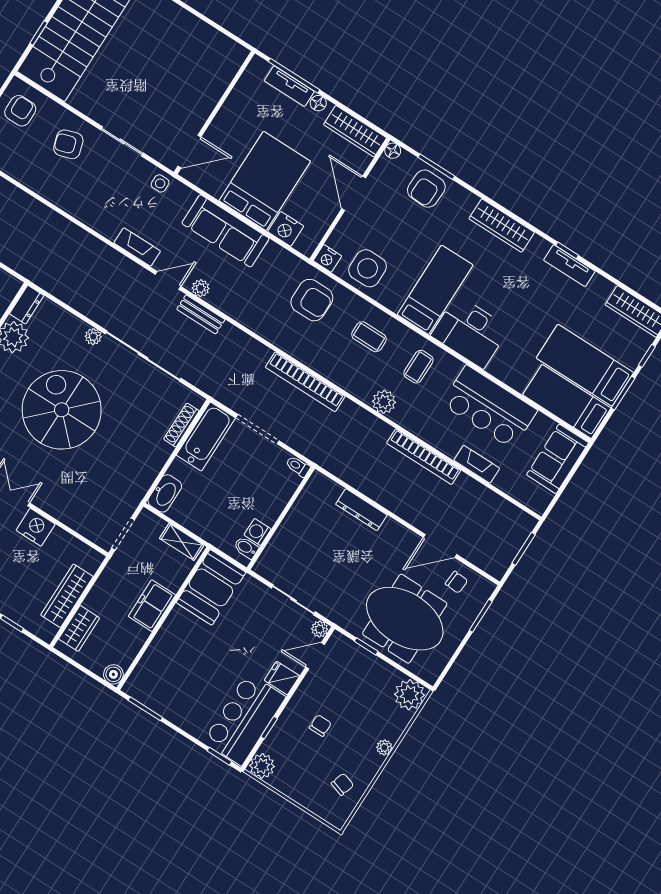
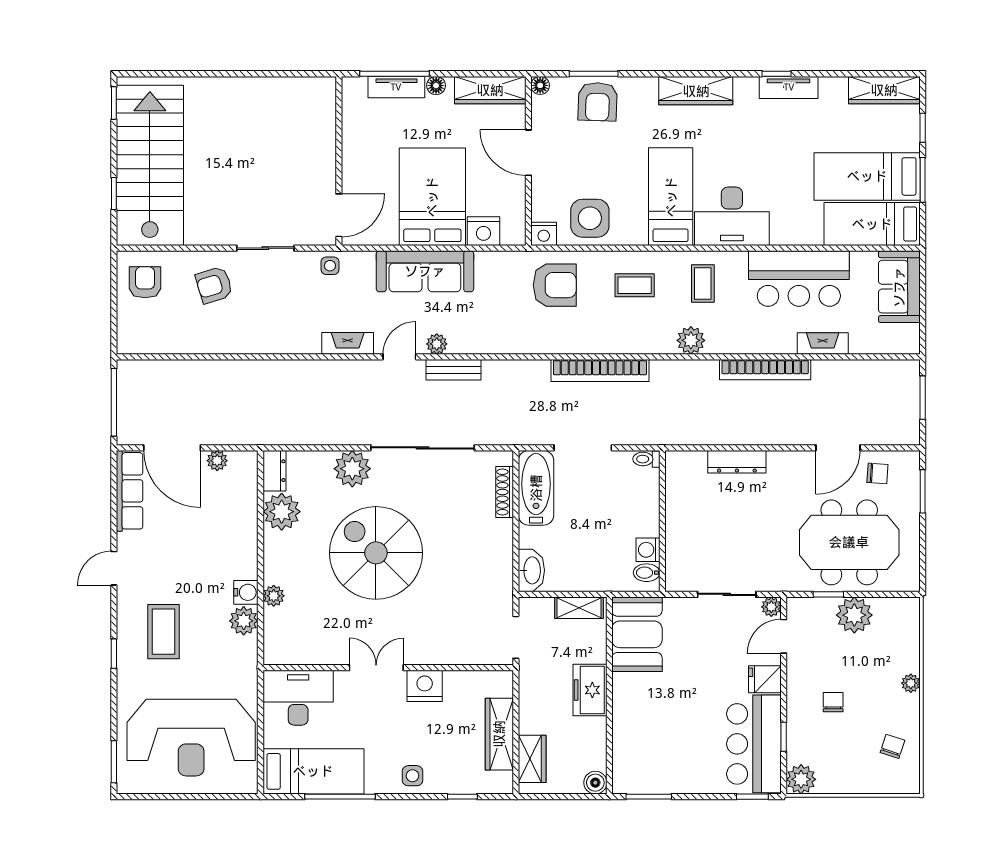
plant: (93, 337) -> (352, 469), width x1.88, depth x1.88
plant: (409, 695) -> (854, 615), moved

